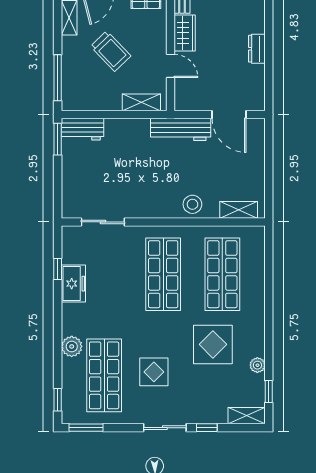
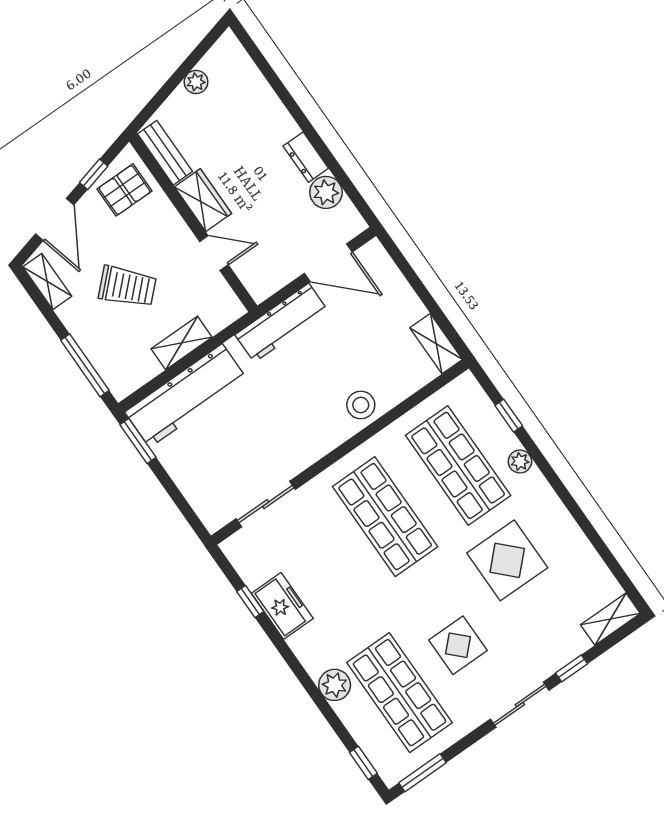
plant: (254, 76) -> (326, 192), added
shelving: (141, 102) -> (182, 343), moved
workbench: (82, 129) -> (186, 396), width x1.88, depth x1.32
shelving: (239, 210) -> (436, 344), moved, turned 90
plant: (257, 365) -> (520, 461), moved
window: (269, 391) -> (509, 416), moved

